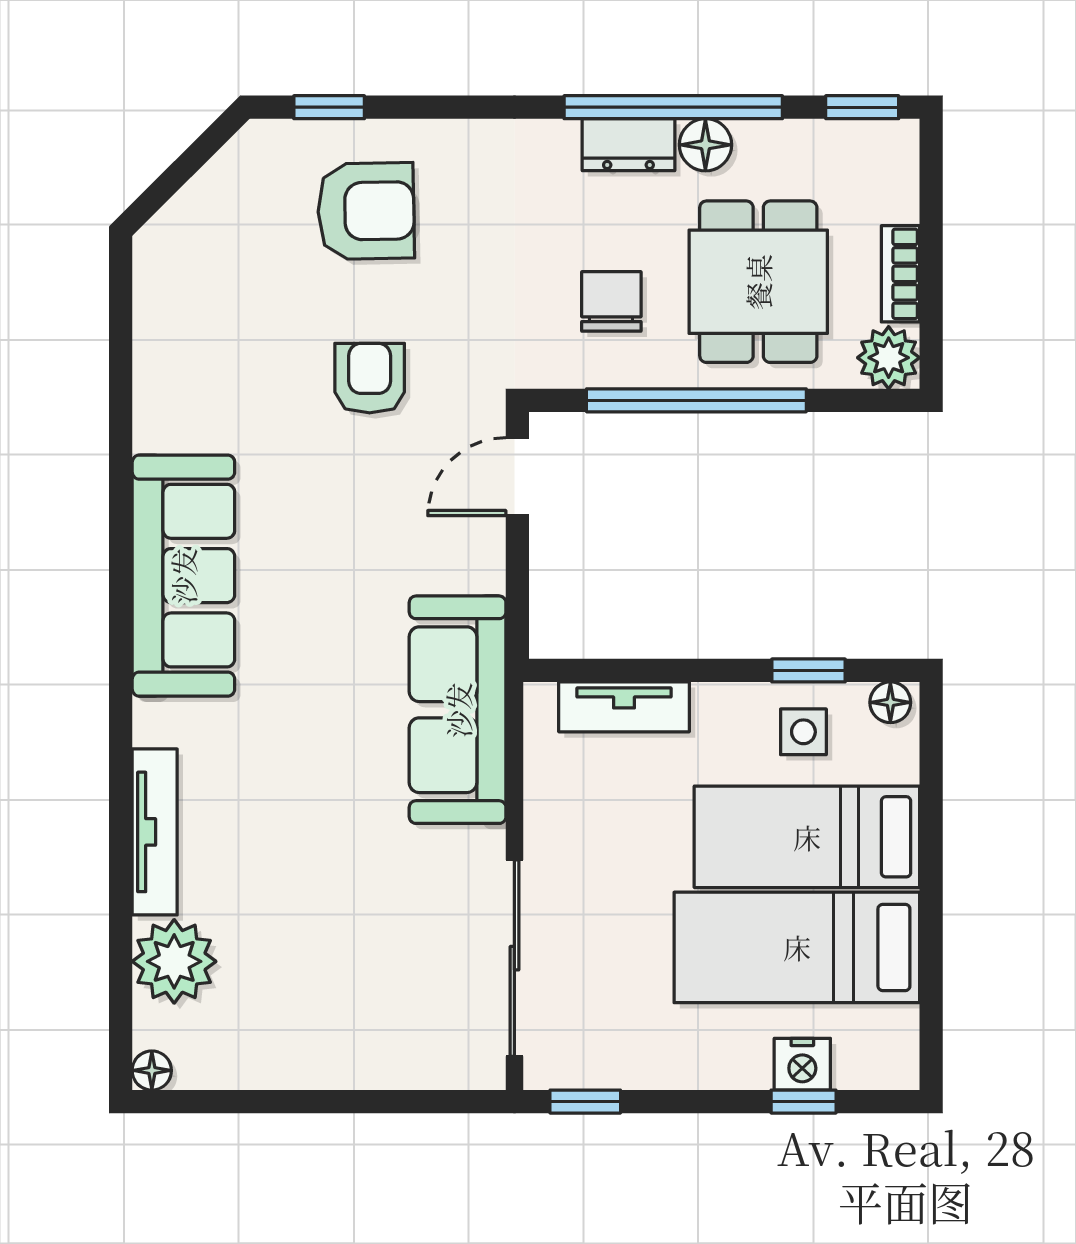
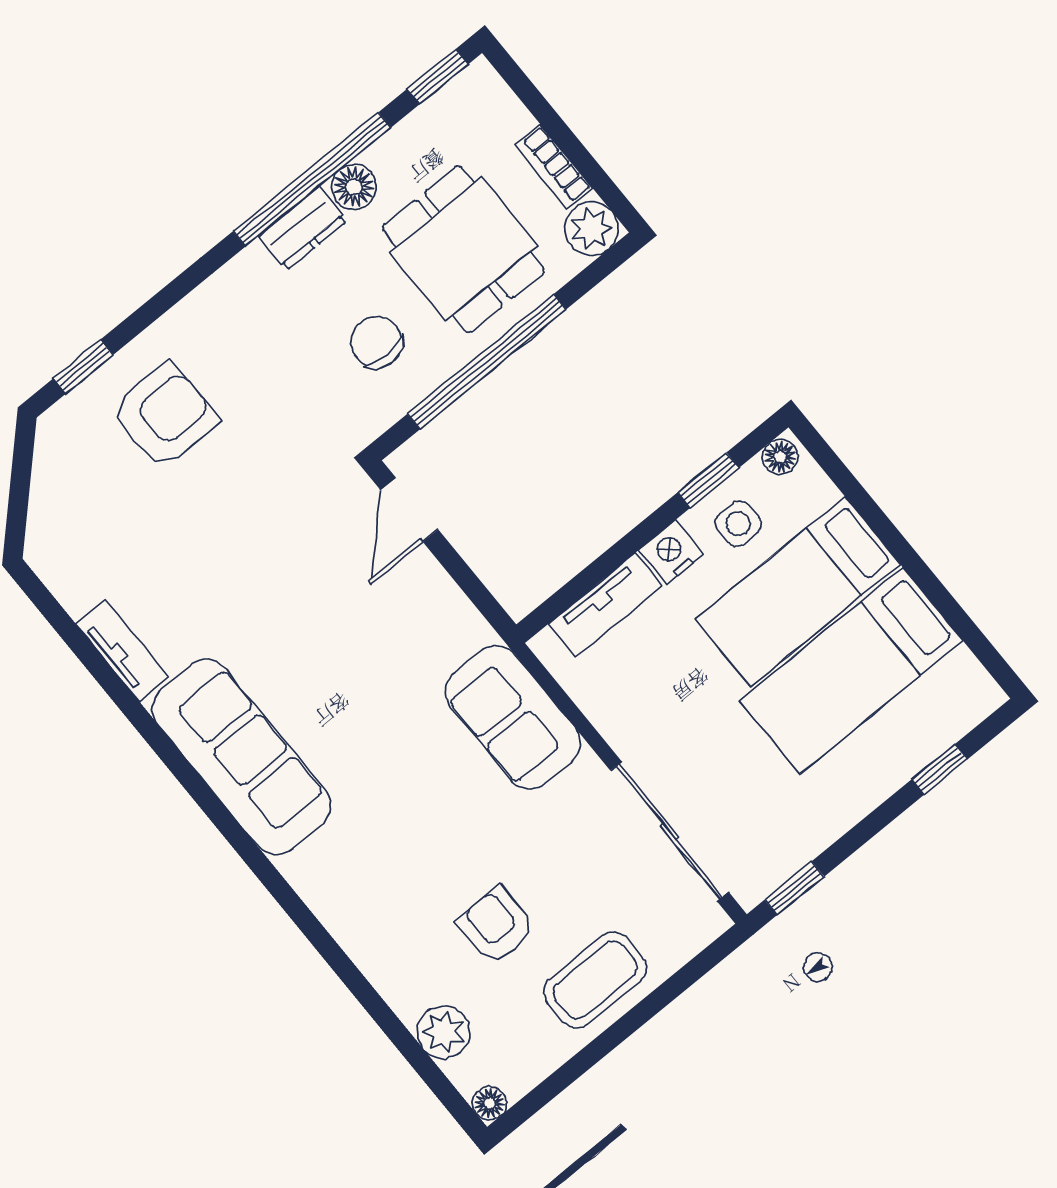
armchair: (370, 378) -> (496, 926), moved
sofa: (458, 710) -> (513, 717), width x0.73
tv unit: (155, 832) -> (122, 650), moved, width x0.71
plant: (174, 961) -> (444, 1032), width x0.73, depth x0.73
coffee table: (338, 1037) -> (595, 980), added
nightstand: (802, 1064) -> (671, 552), moved, turned 180

